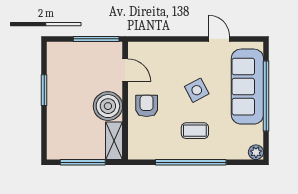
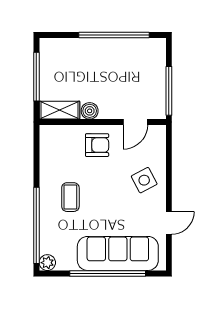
window: (44, 90) -> (114, 35), width x2.11
side table: (197, 90) -> (144, 180), moved
boiler: (108, 106) -> (90, 111), width x0.54, depth x0.54
window: (191, 162) -> (36, 225), moved

